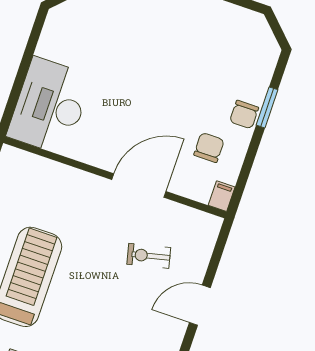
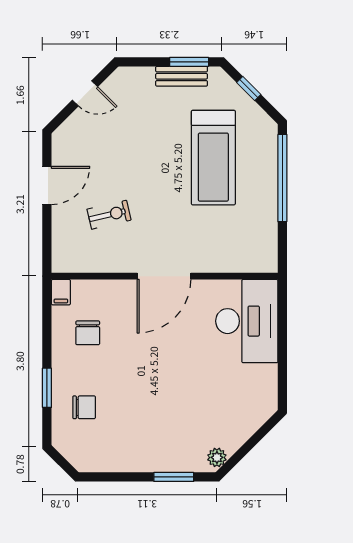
chair: (244, 115) -> (84, 407), moved, turned 90
door: (139, 186) -> (164, 276), moved

